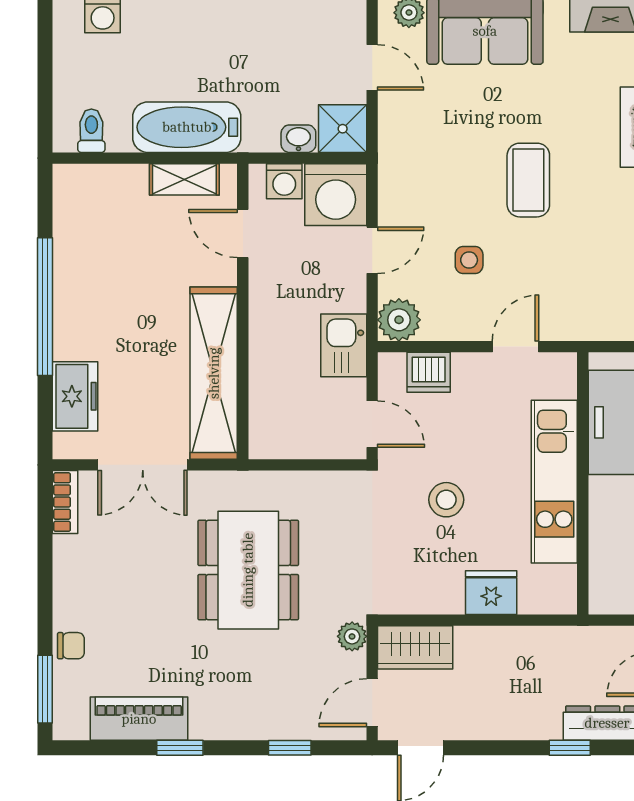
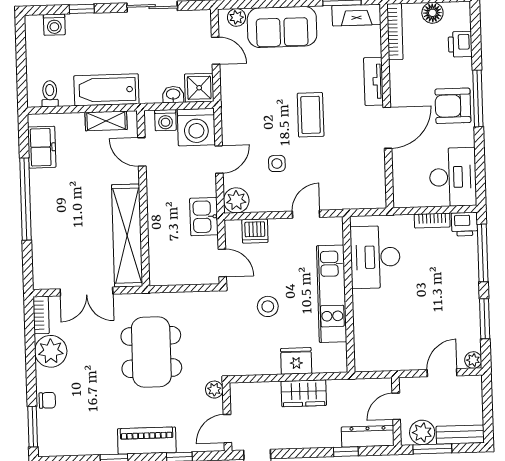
freezer: (75, 396) -> (42, 147), moved
plant: (79, 564) -> (51, 351), added
wardrobe: (415, 647) -> (304, 393), moved
piano: (139, 719) -> (147, 441), moved

